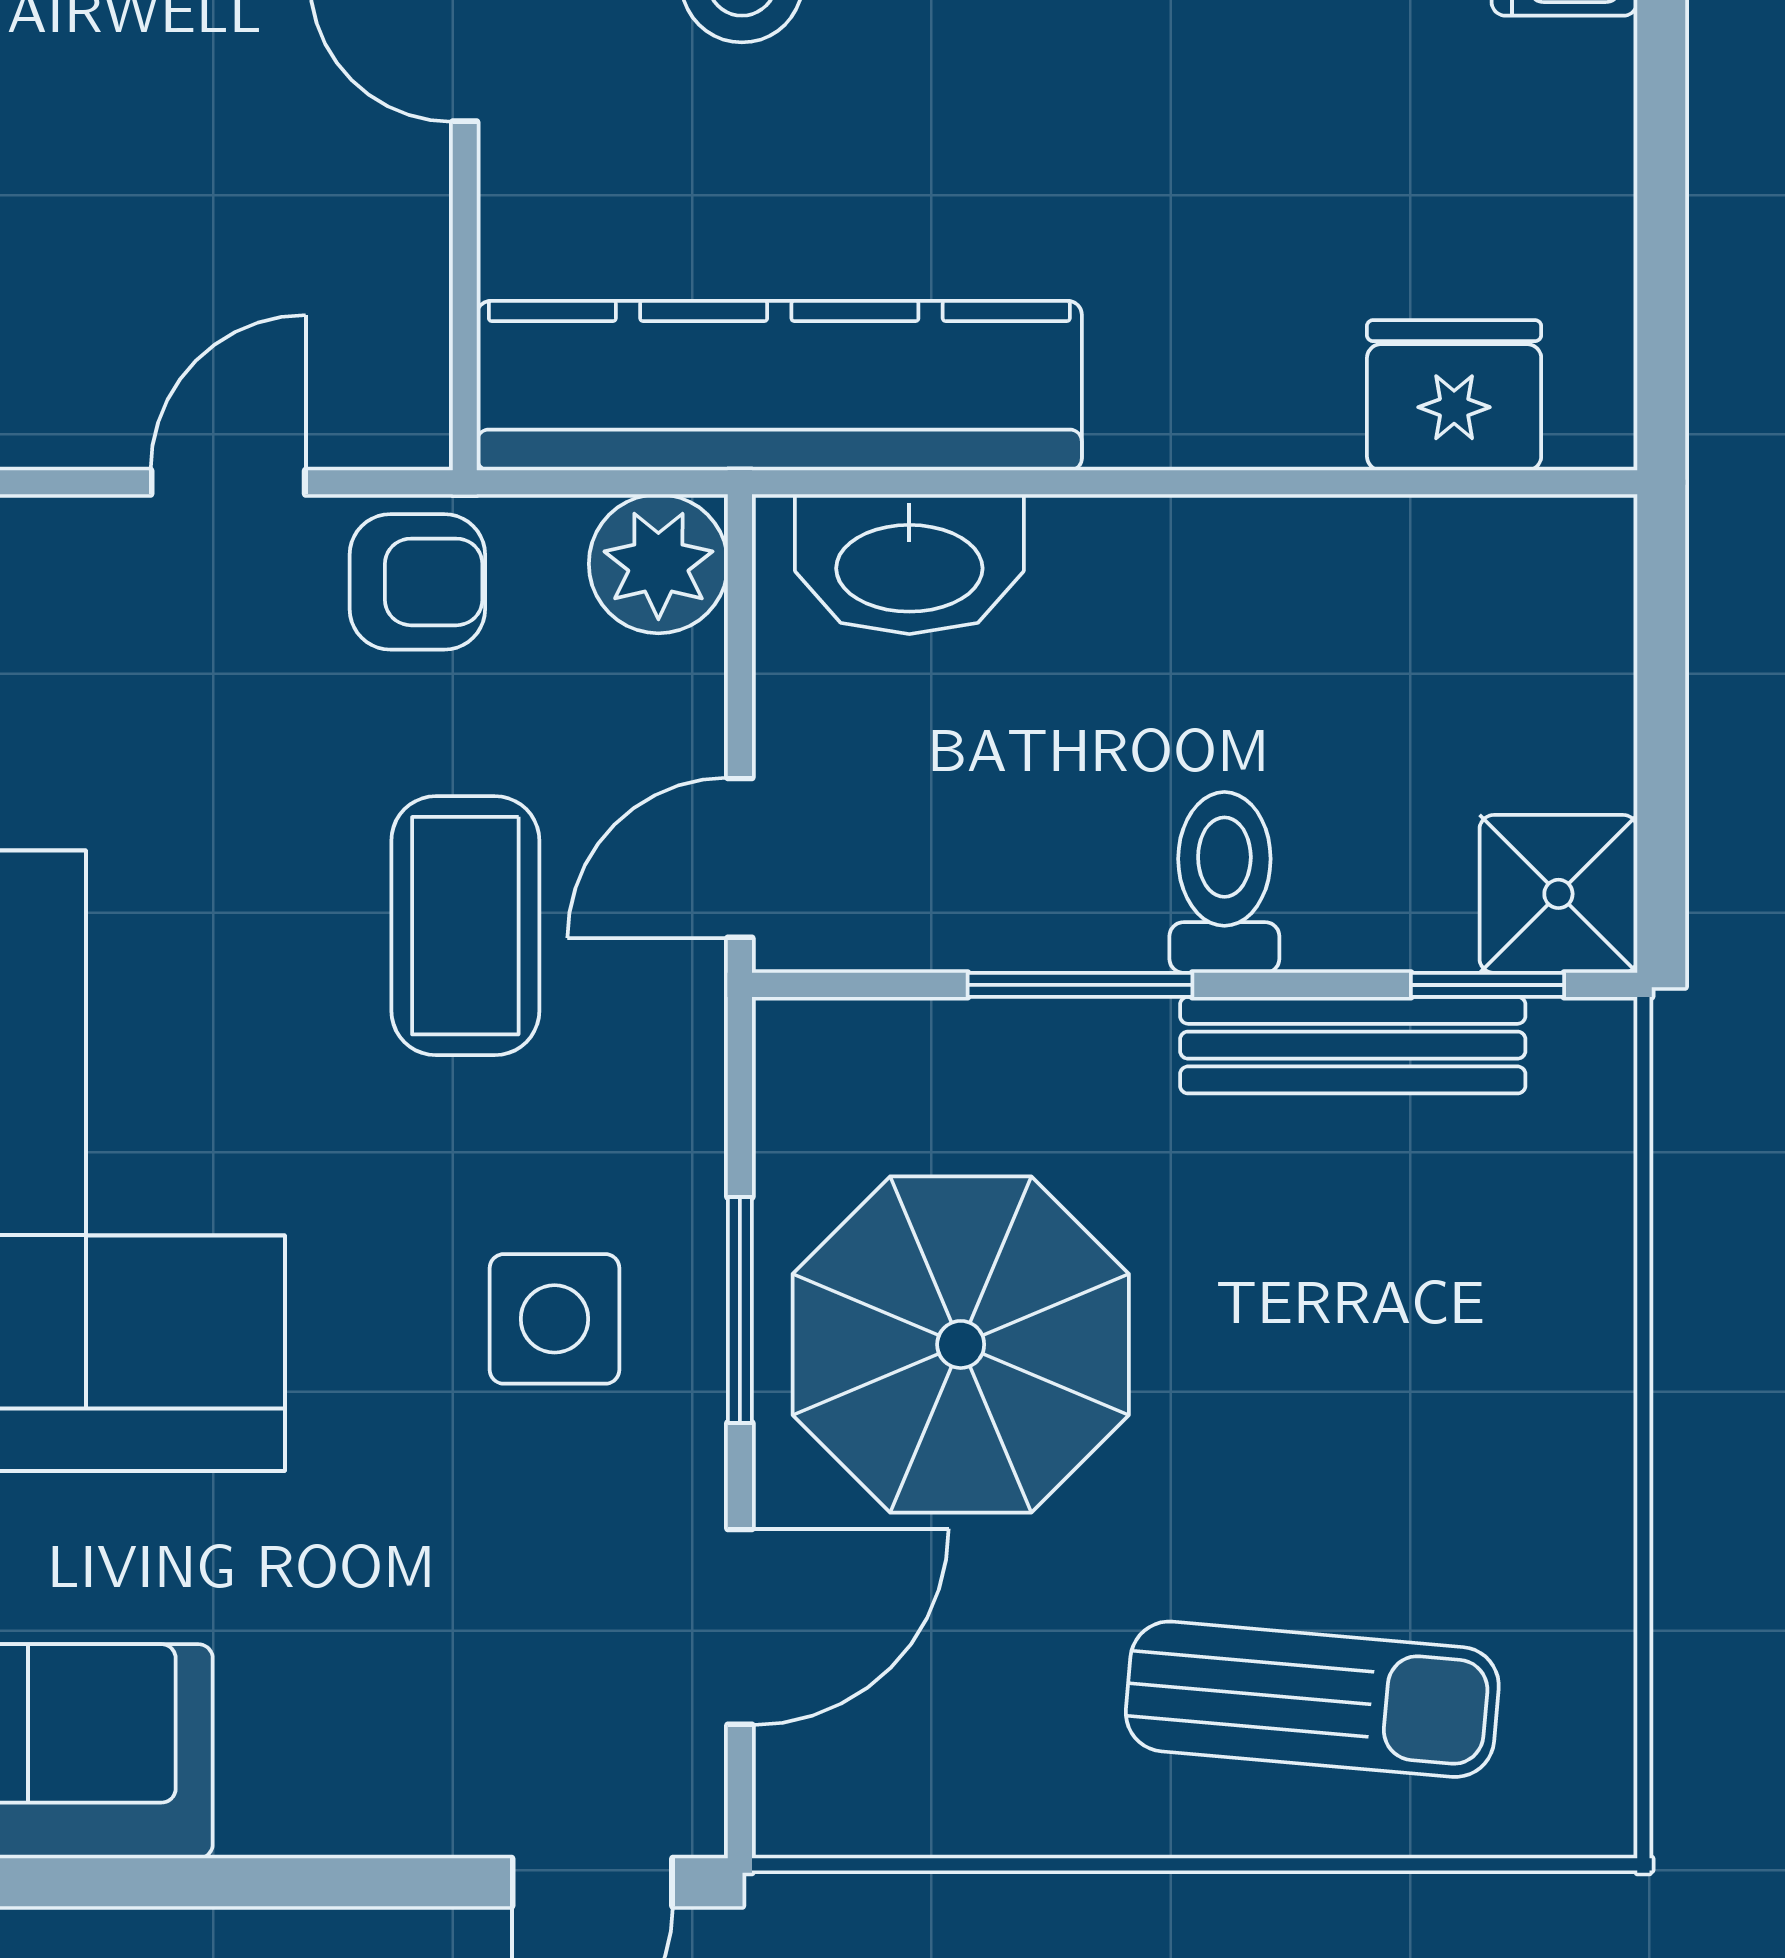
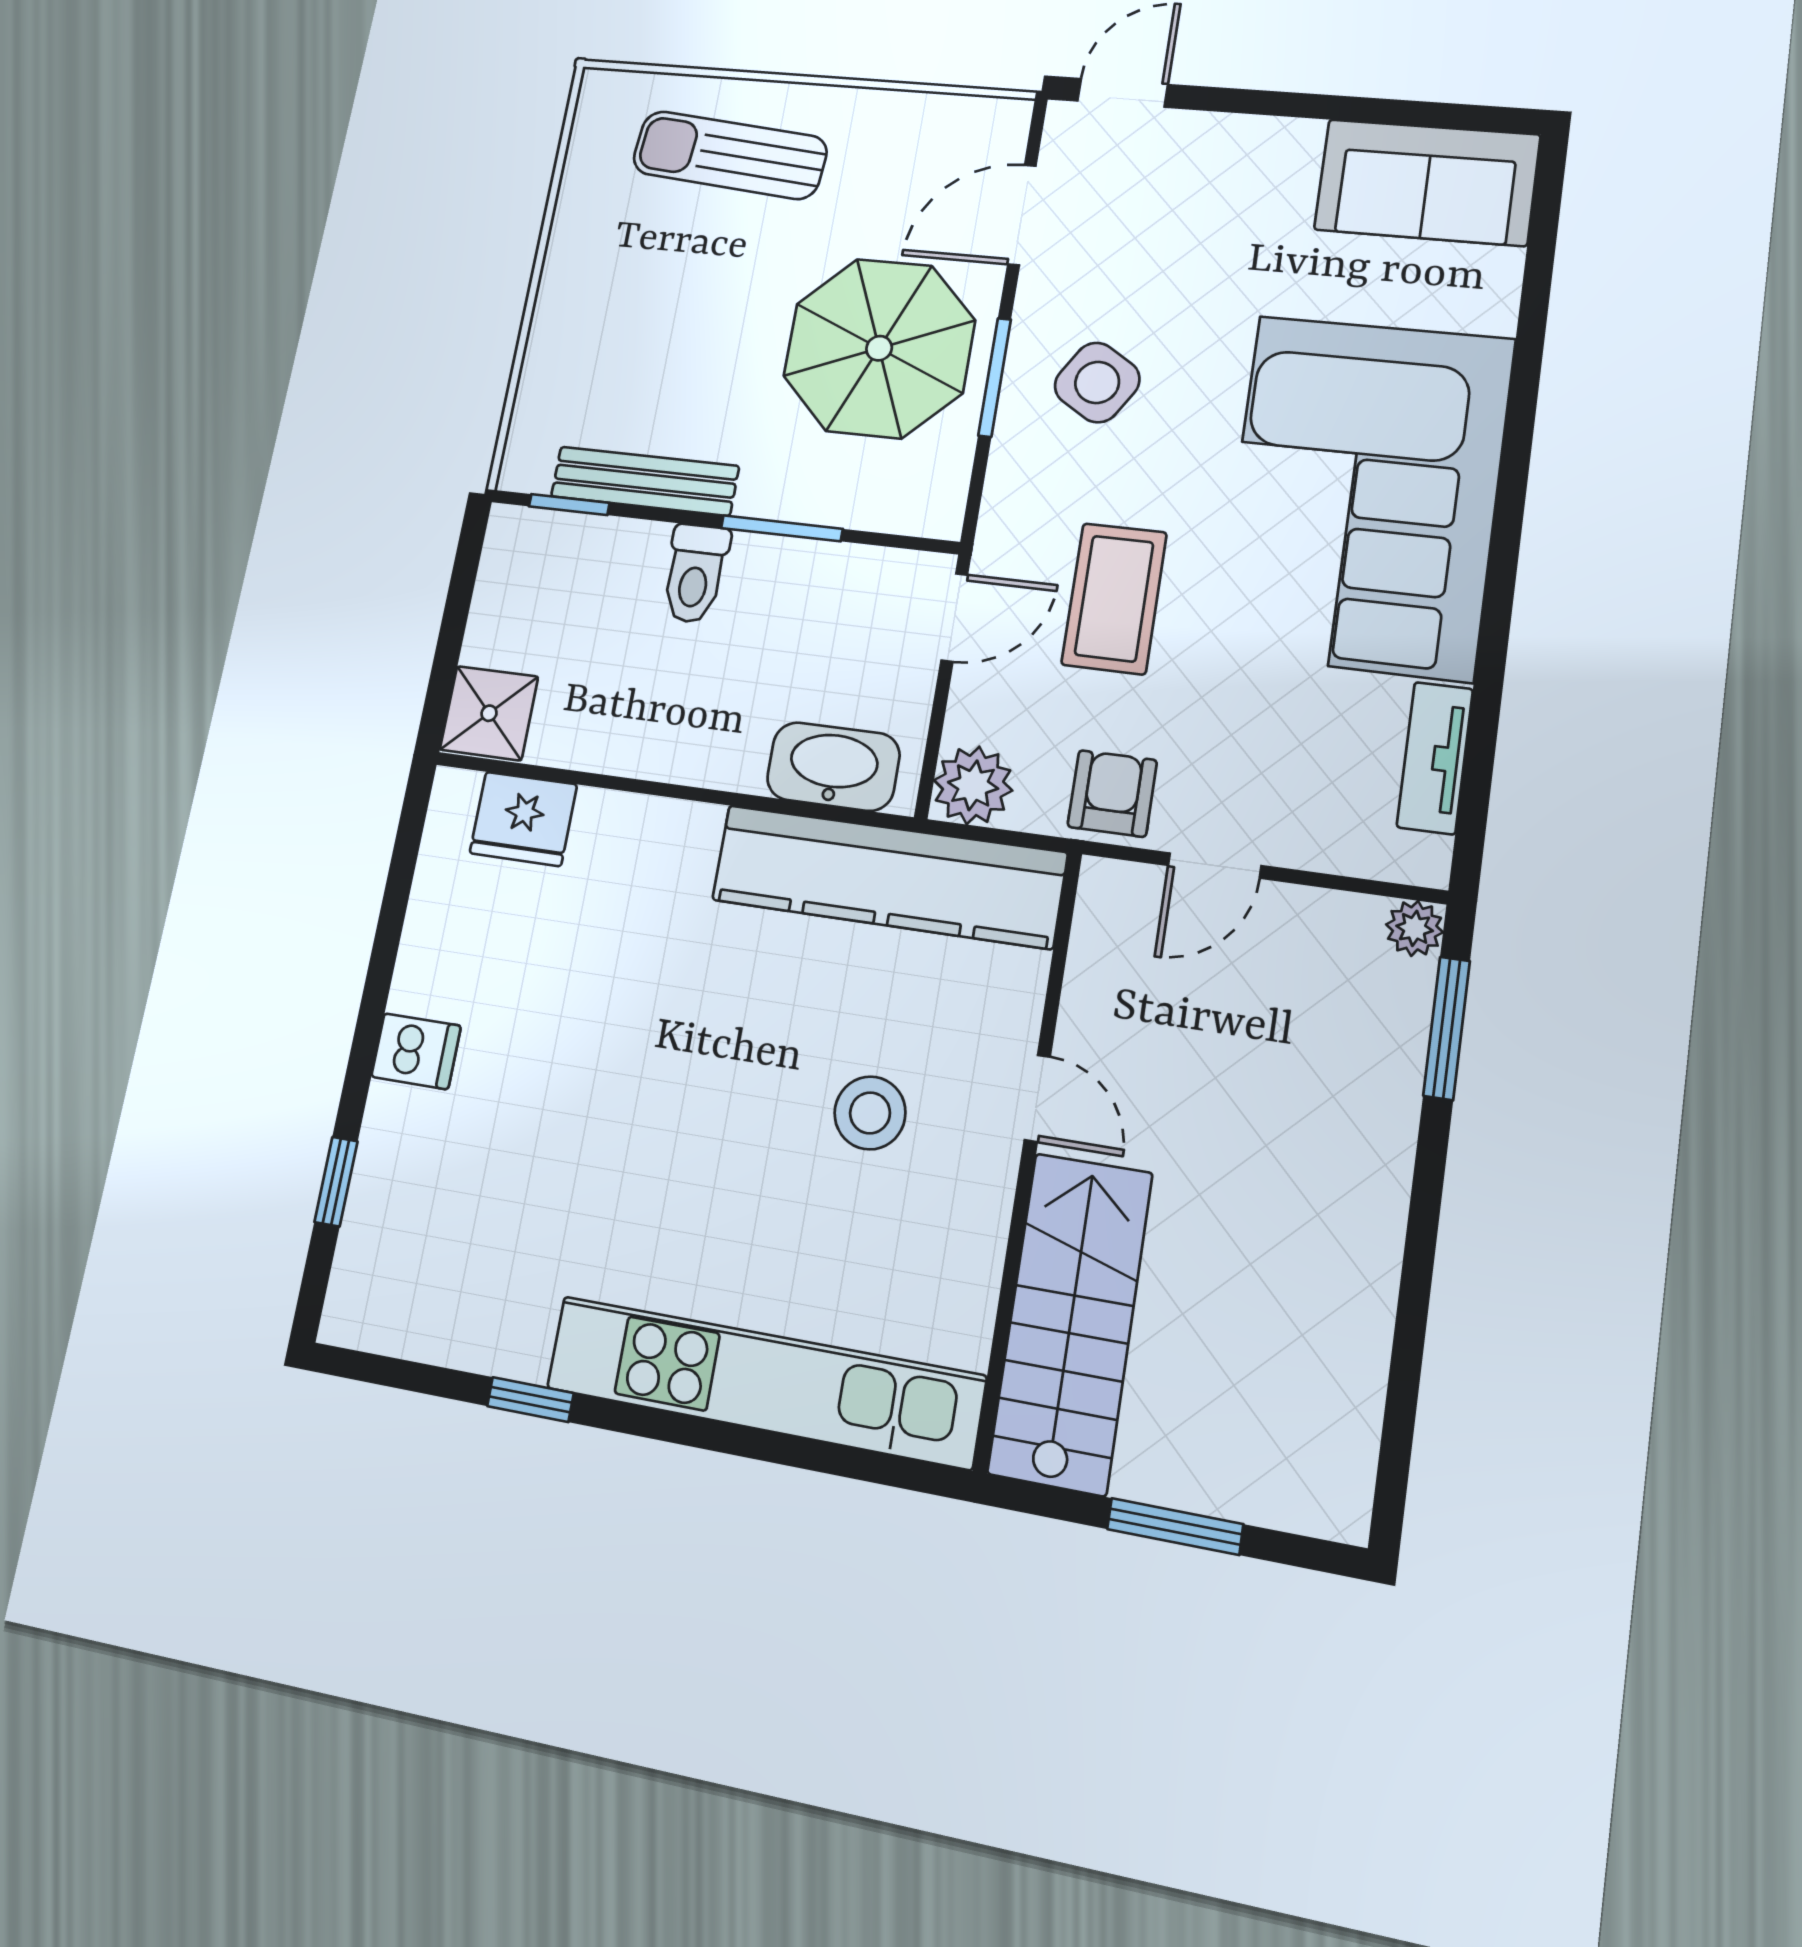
armchair: (417, 582) -> (1112, 793), turned 90
shower: (1558, 894) -> (489, 713), moved
side table: (555, 1319) -> (1097, 382), turned 32

